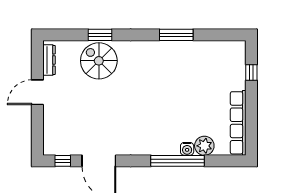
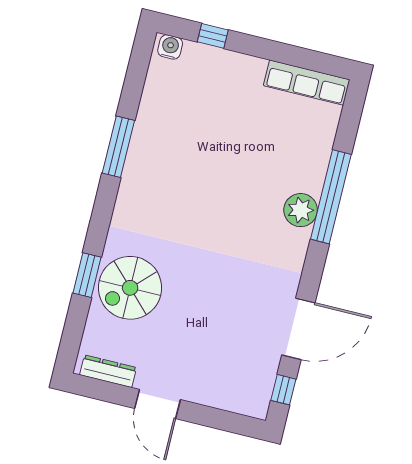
row of seats: (238, 123) -> (307, 83), width x0.73
plant: (204, 146) -> (301, 210), moved
water cooler: (187, 149) -> (170, 47), moved, turned -90

